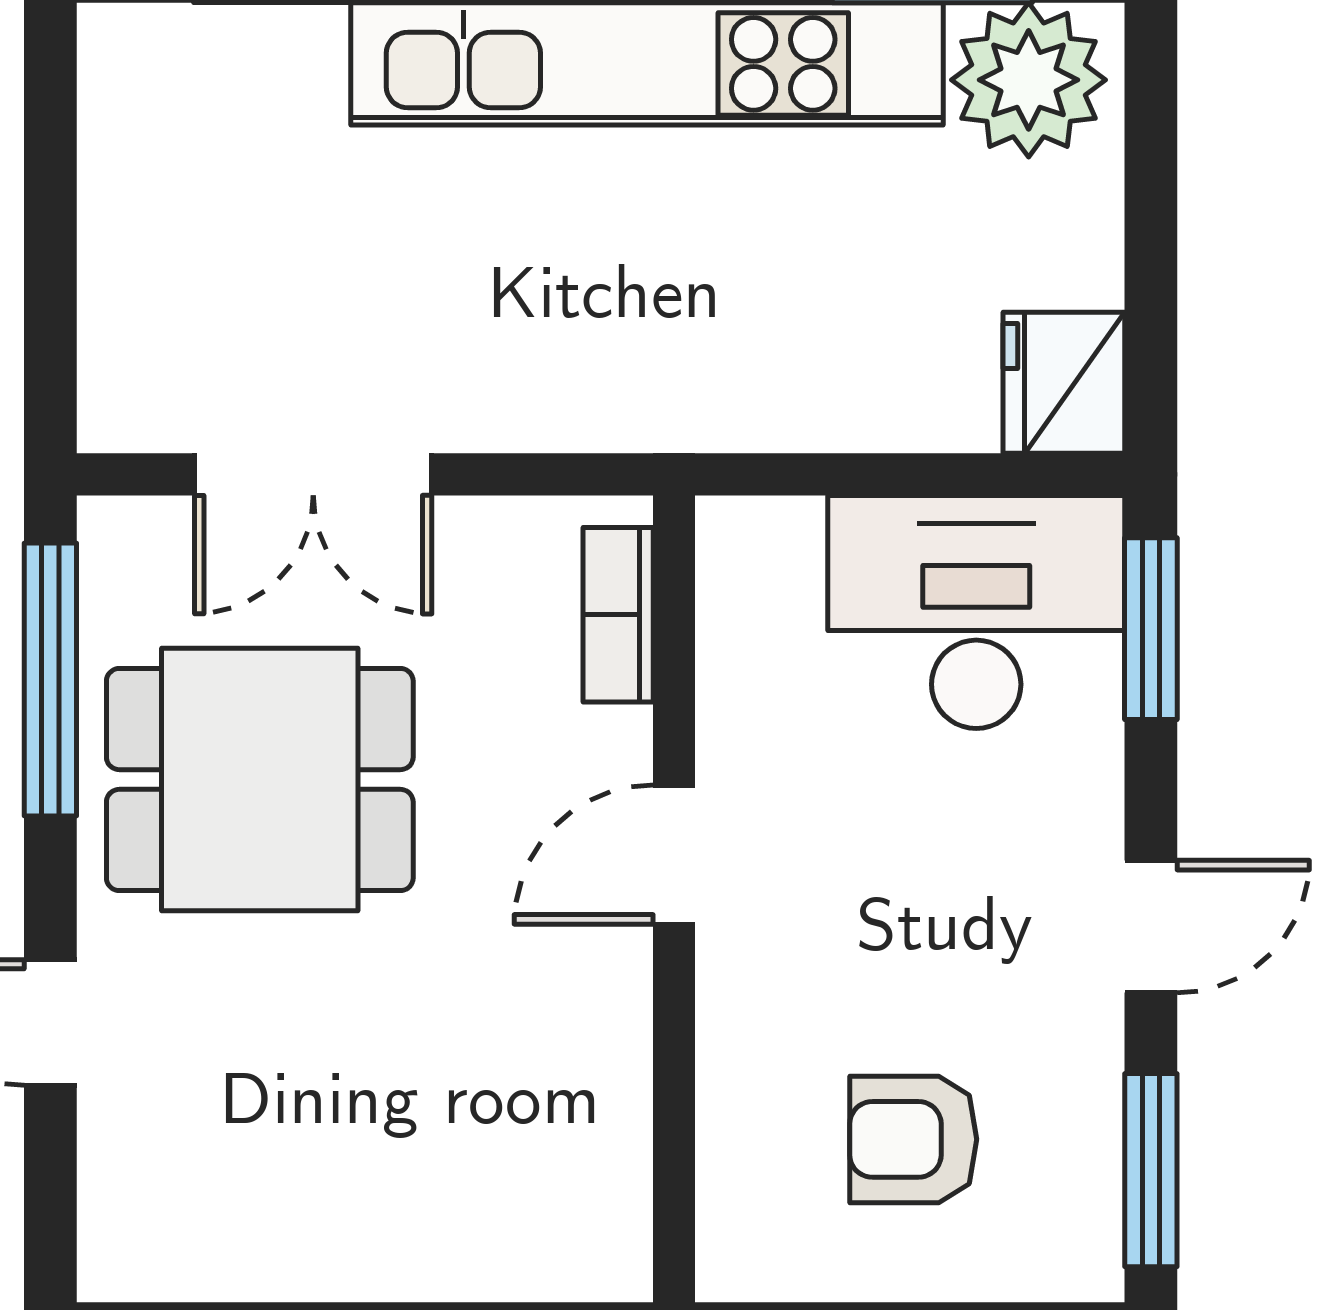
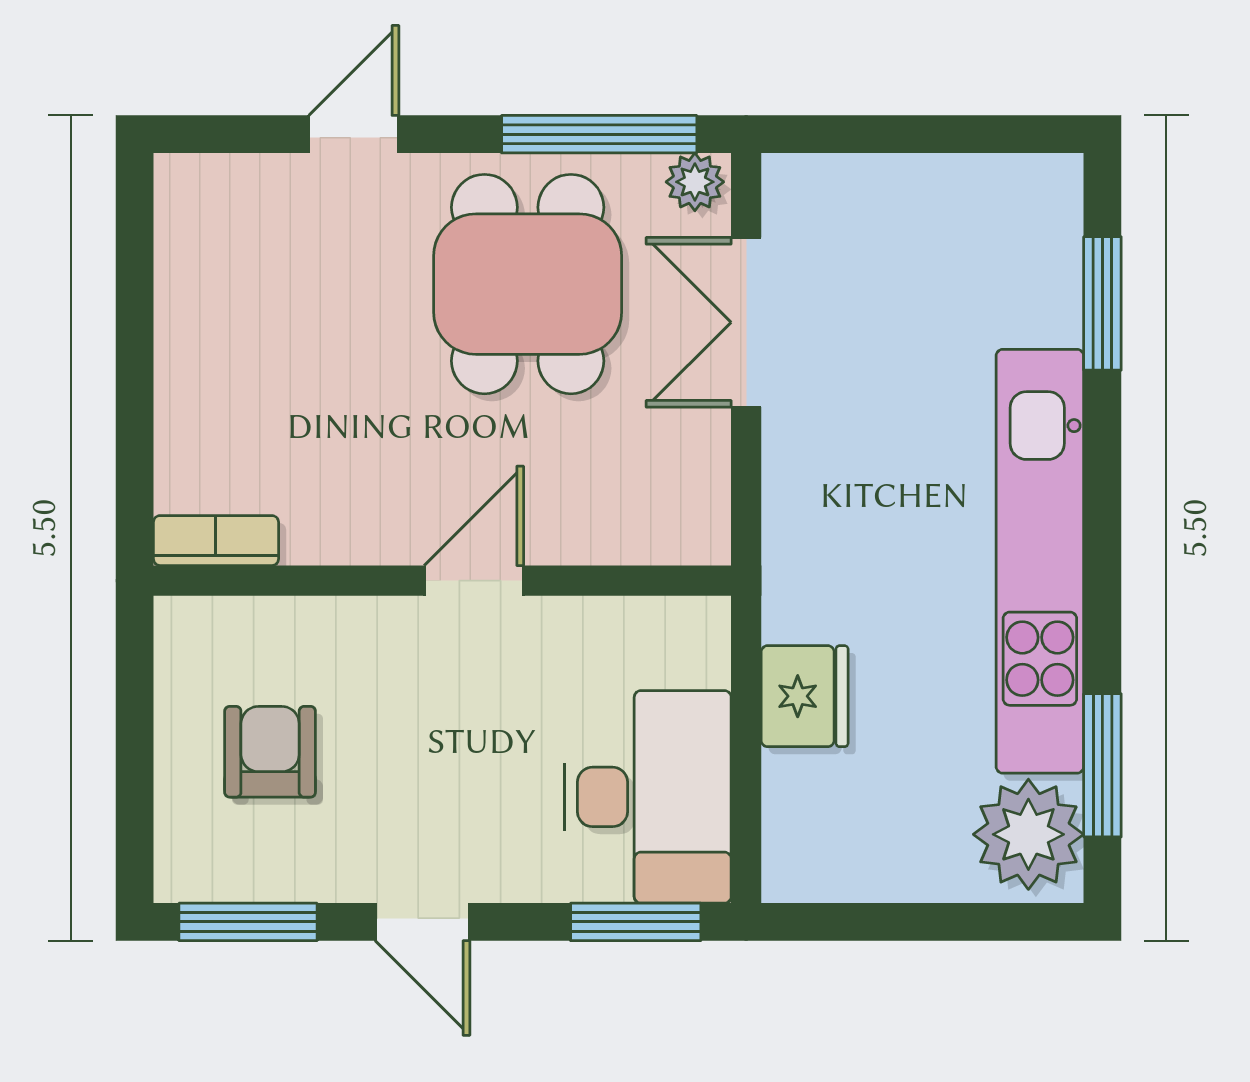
fridge: (1064, 383) -> (805, 696), moved, turned 90
plant: (117, 546) -> (695, 182), added
bookcase: (618, 615) -> (216, 541), moved
door: (674, 855) -> (474, 581), hinge flipped

